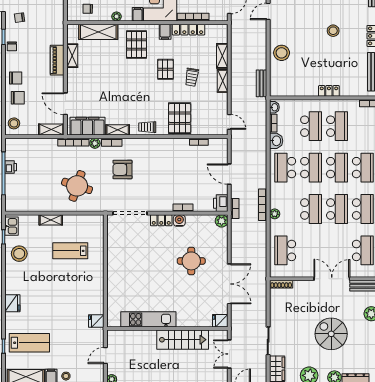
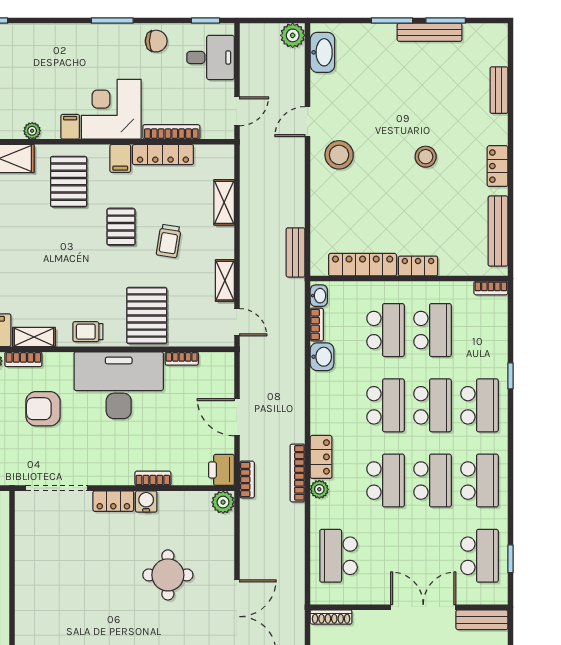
stool: (282, 53) -> (339, 155), moved
shelving: (223, 81) -> (225, 281), moved
locker: (298, 90) -> (363, 265), added
desk: (164, 157) -> (119, 385), added
school desk: (285, 168) -> (339, 405), removed
locker: (276, 196) -> (321, 457), added

